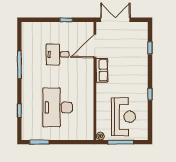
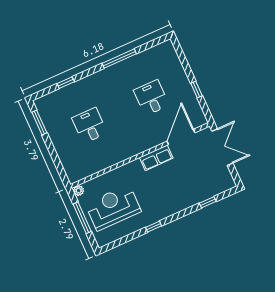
door: (95, 46) -> (181, 137), hinge flipped
desk: (58, 107) -> (90, 126), width x0.53, depth x0.77
reception desk: (123, 117) -> (113, 208), turned 180

